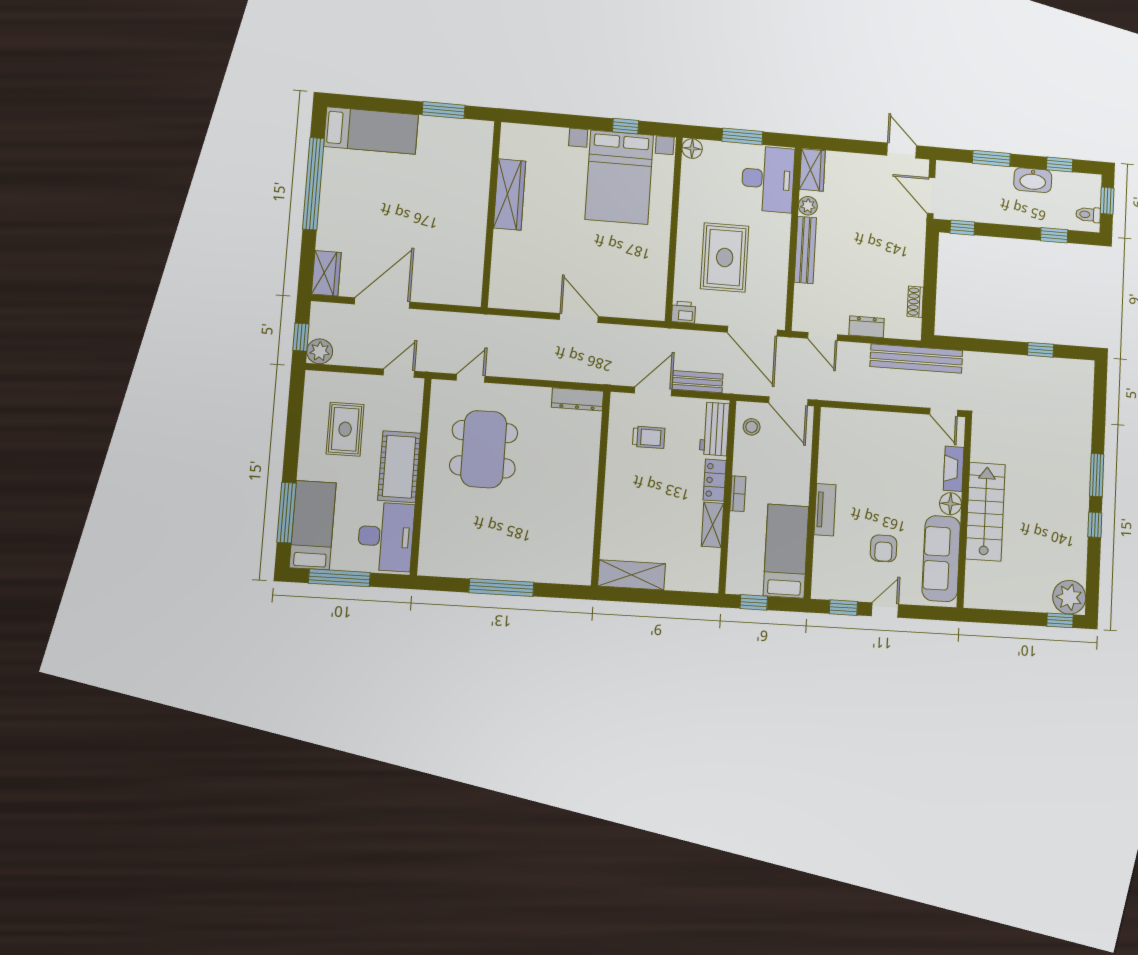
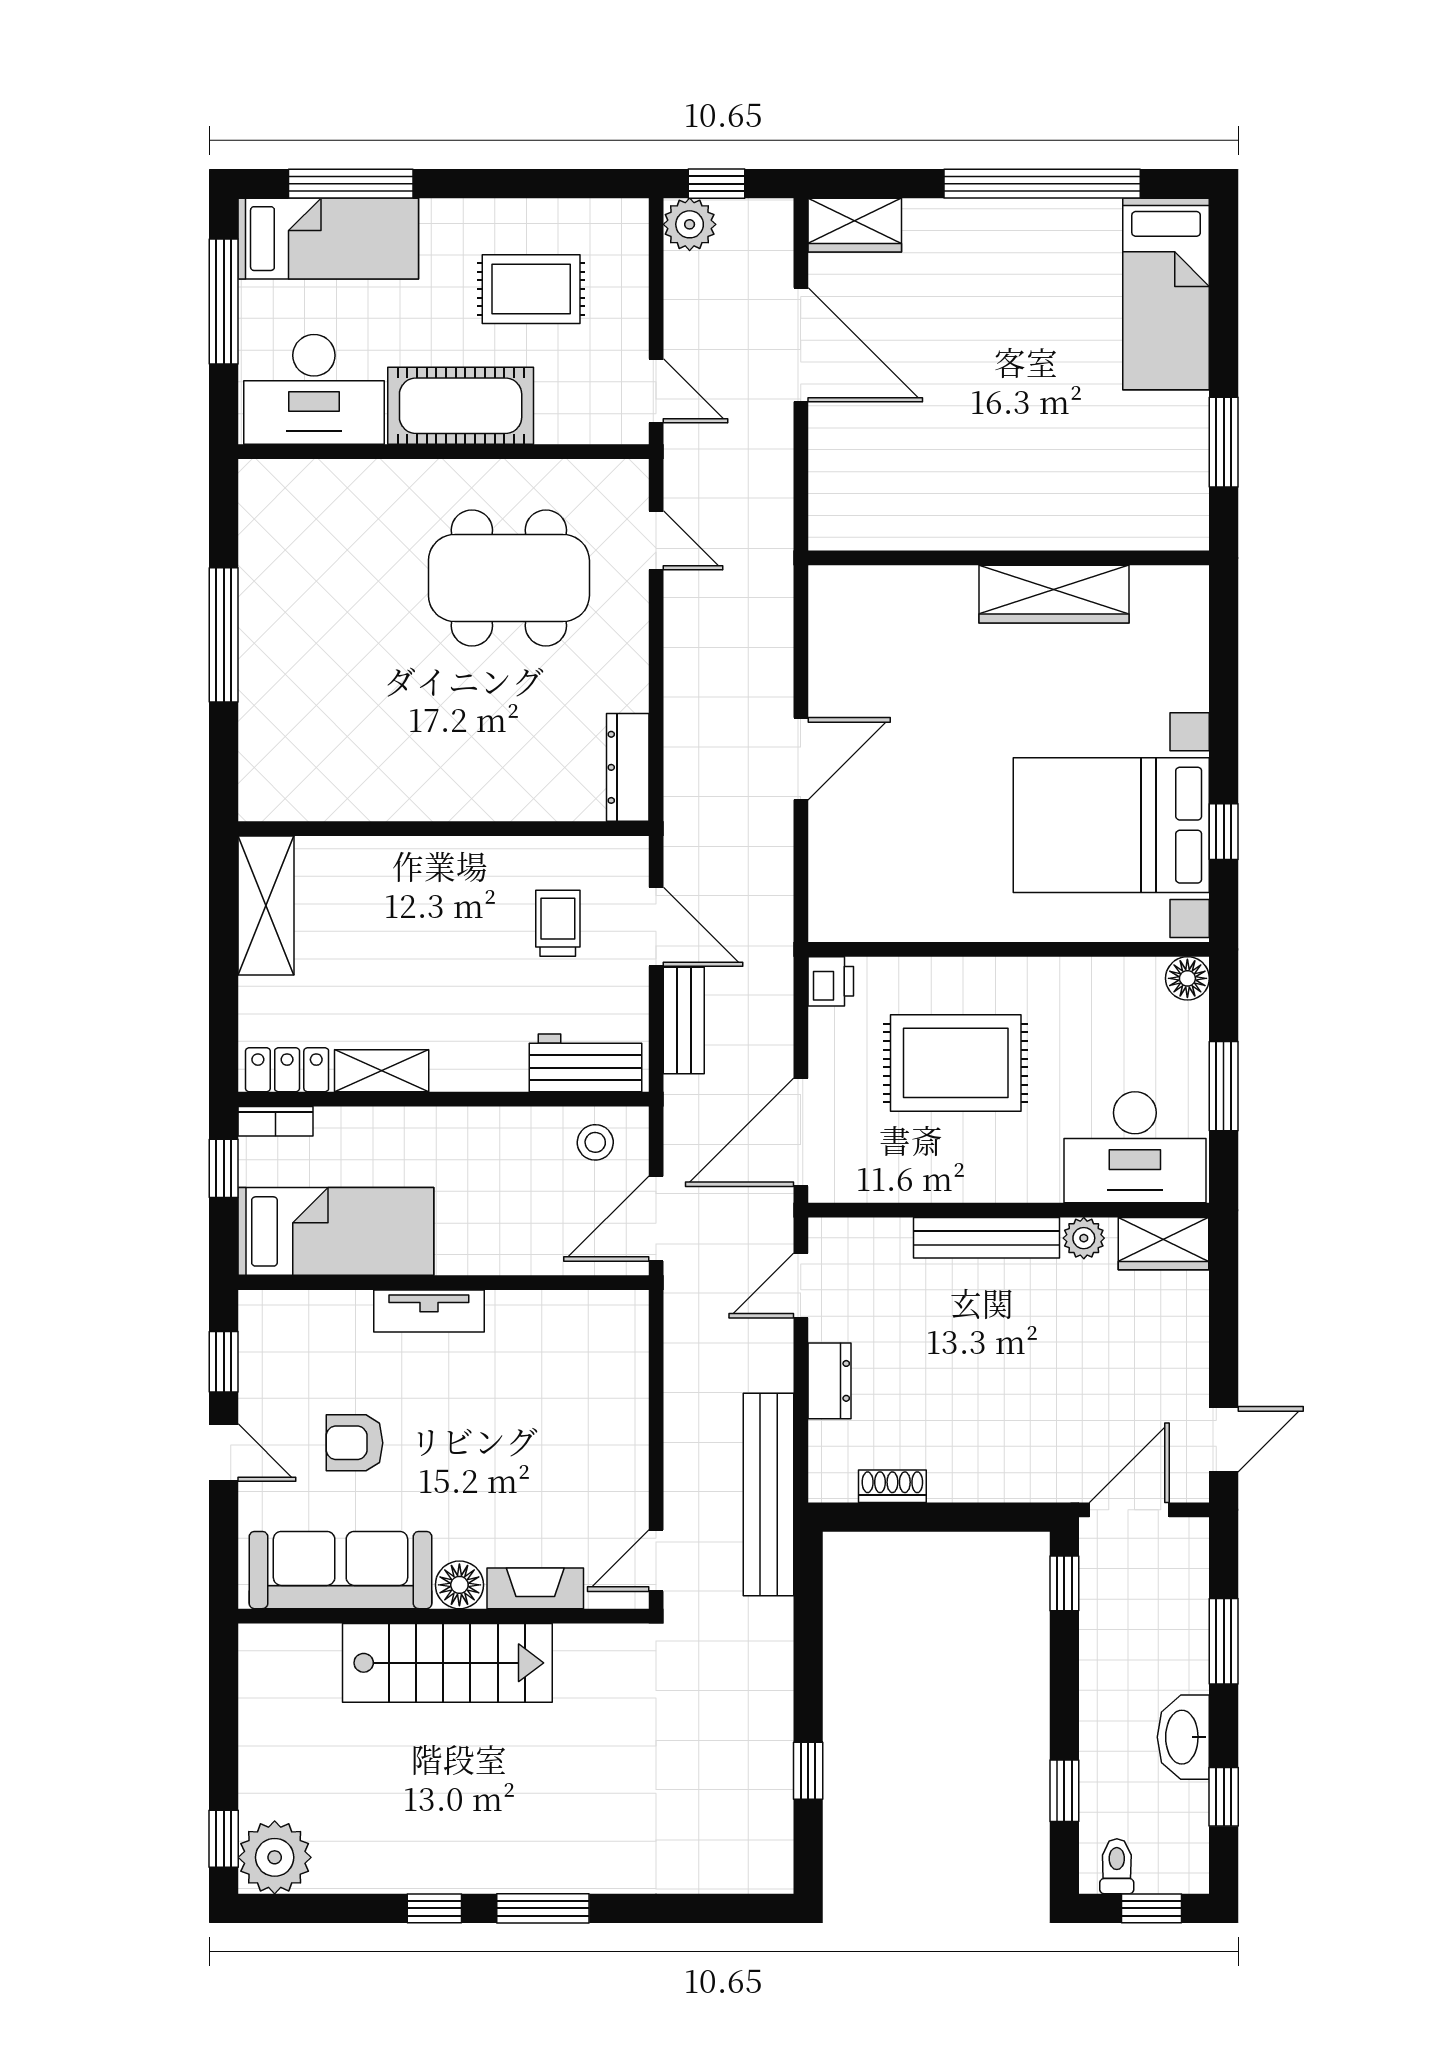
trolley: (649, 437) -> (558, 923), turned 180
locker: (715, 480) -> (287, 1070), moved
bookcase: (738, 494) -> (275, 1121), moved

